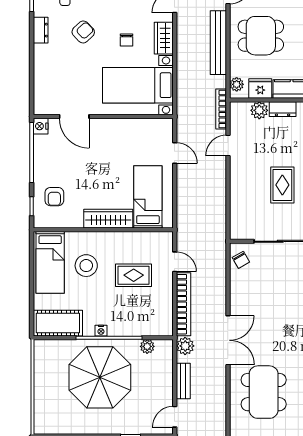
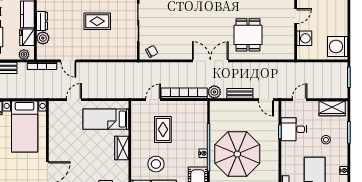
wardrobe: (108, 219) -> (122, 148), width x0.67
plant: (147, 346) -> (215, 120), removed
dining table: (264, 392) -> (248, 35), width x0.73

